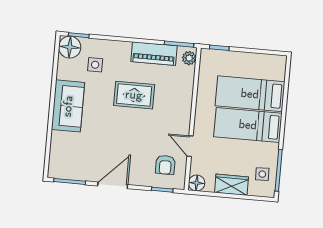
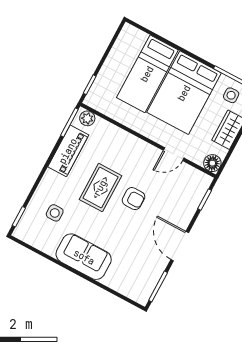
floor lamp: (70, 47) -> (27, 230), removed
bed: (248, 125) -> (184, 93), width x1.50
armchair: (165, 165) -> (133, 199), moved

